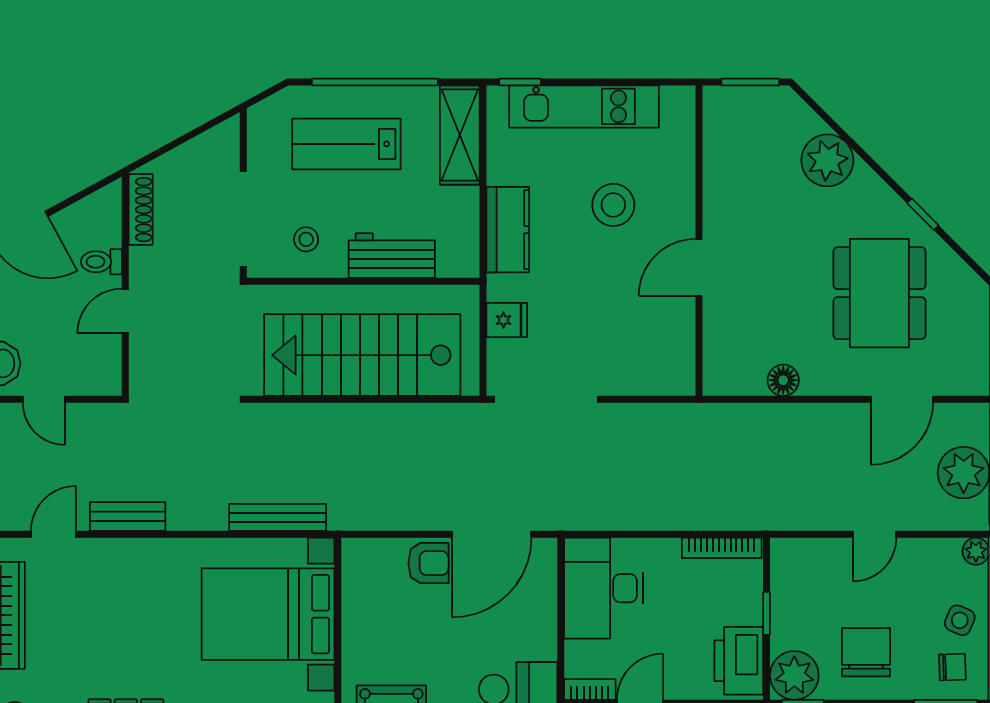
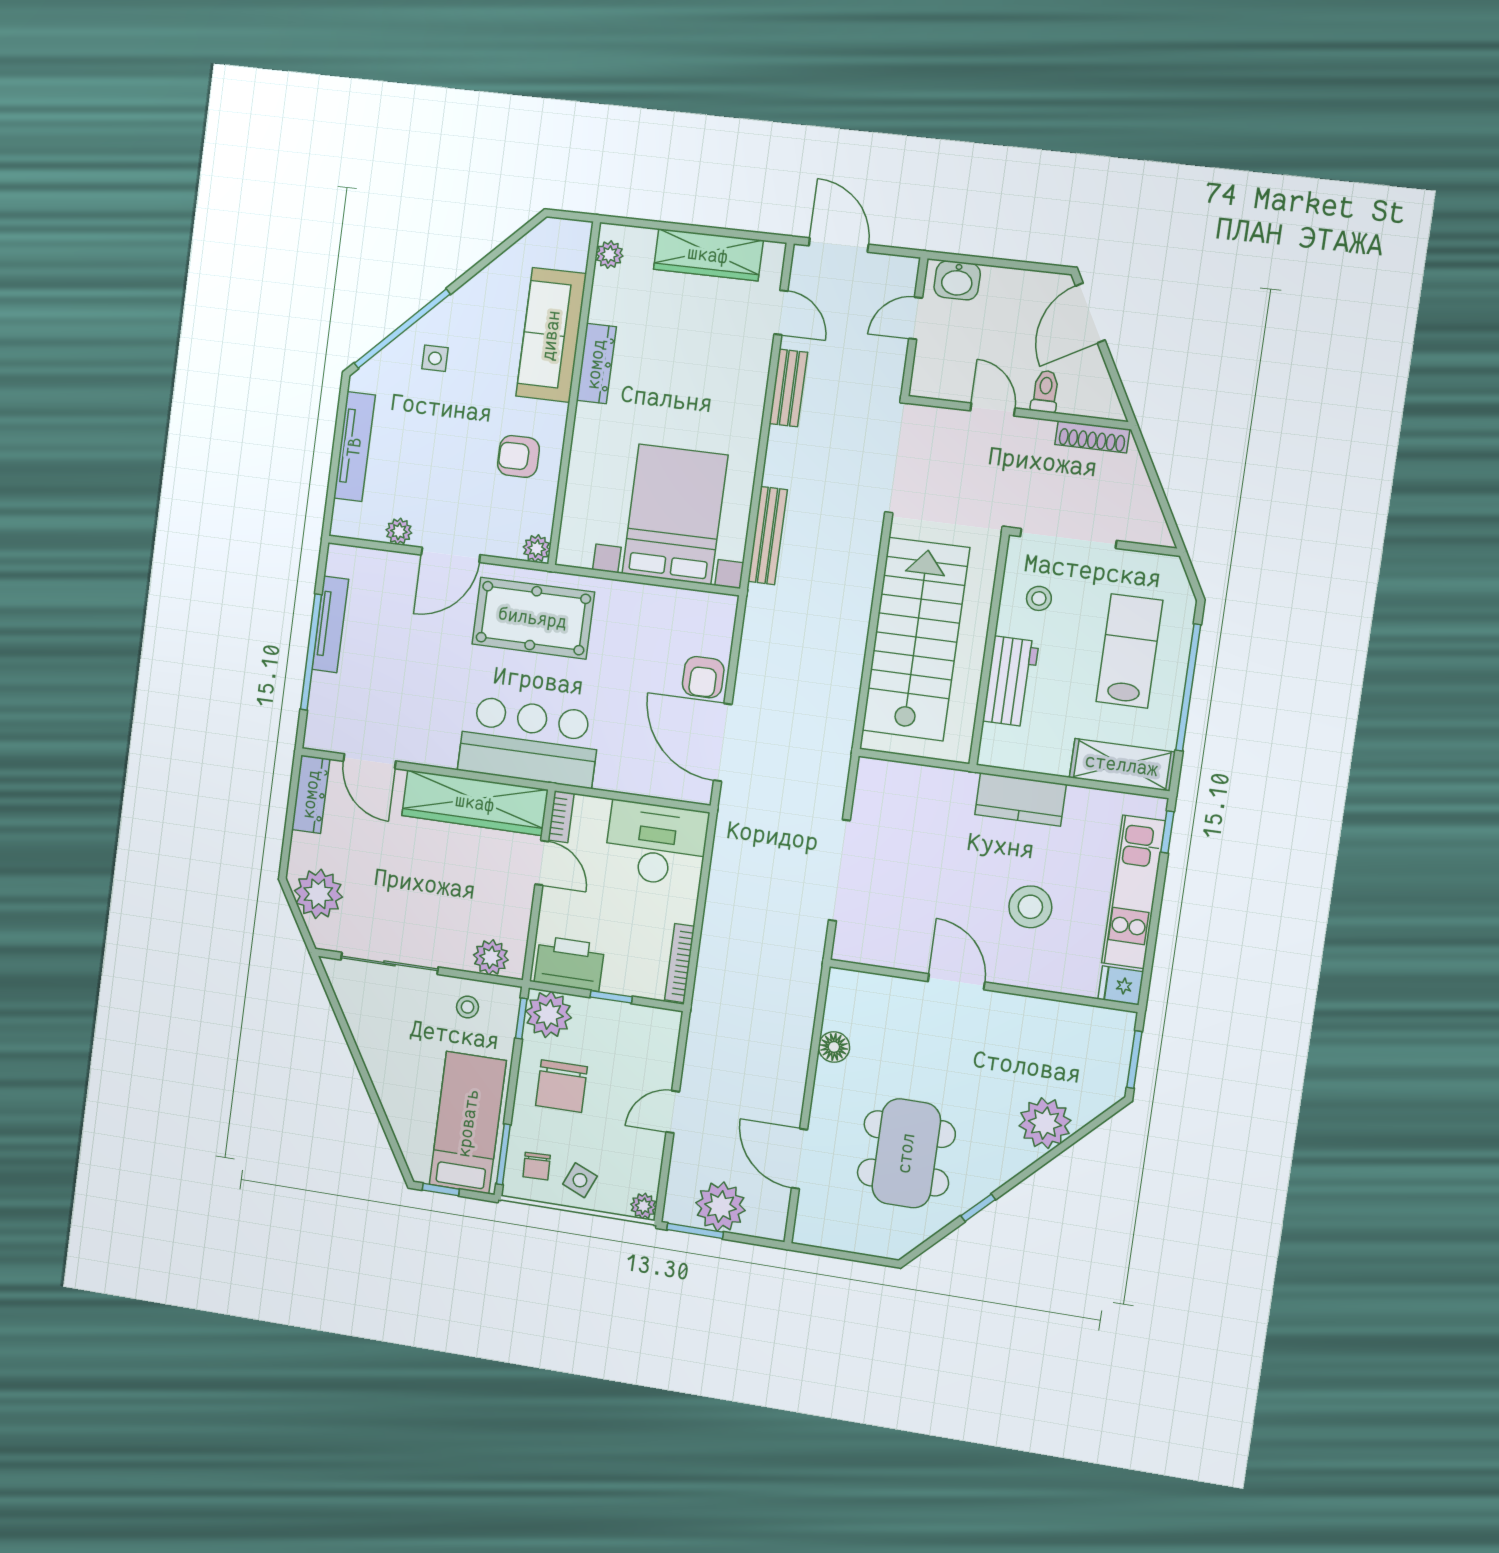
dining table: (879, 293) -> (906, 1153), turned 90
fridge: (507, 320) -> (1121, 985), moved, turned 90
doorway: (546, 399) -> (839, 870), moved
door: (875, 534) -> (673, 1112), hinge flipped
chair: (866, 652) -> (561, 1086), turned 90

